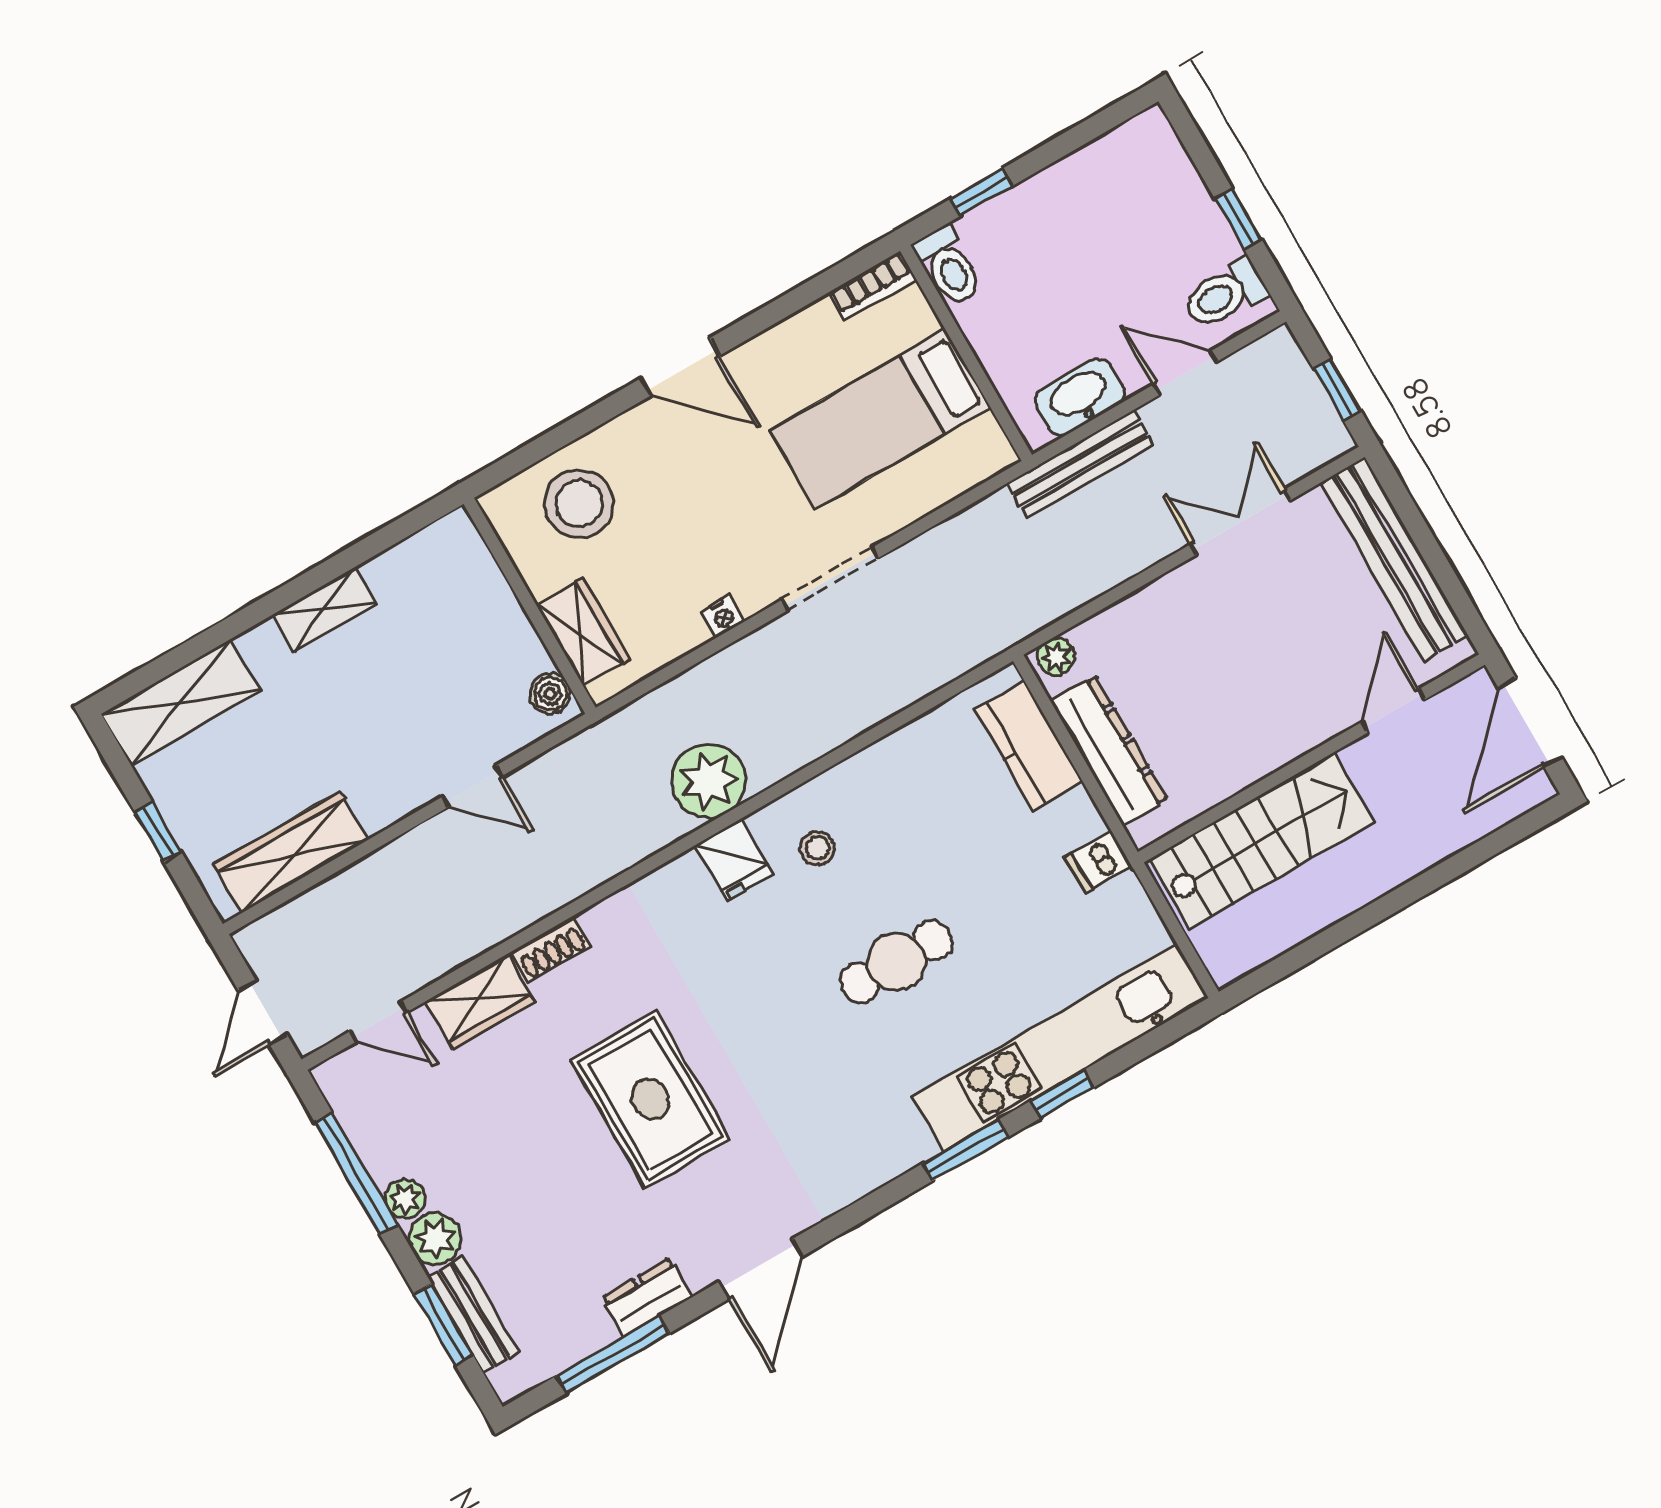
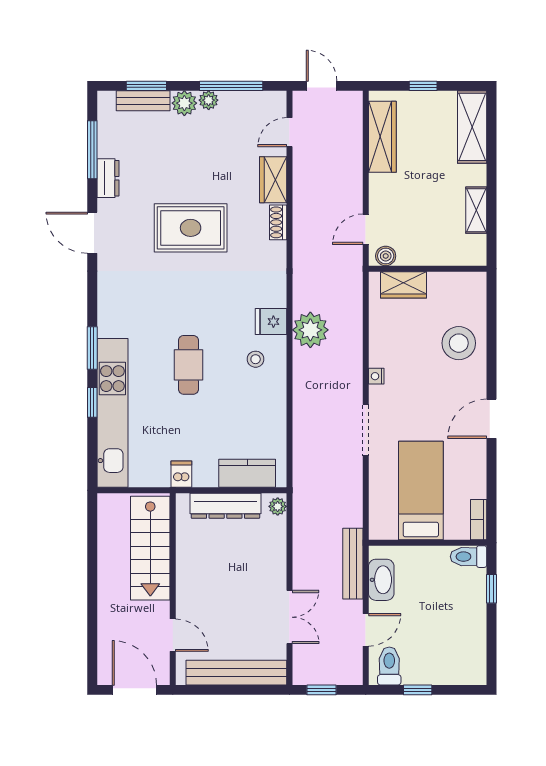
wall: (530, 606) -> (428, 269), moved
wardrobe: (583, 632) -> (404, 285), moved
boiler: (550, 694) -> (386, 256), moved

